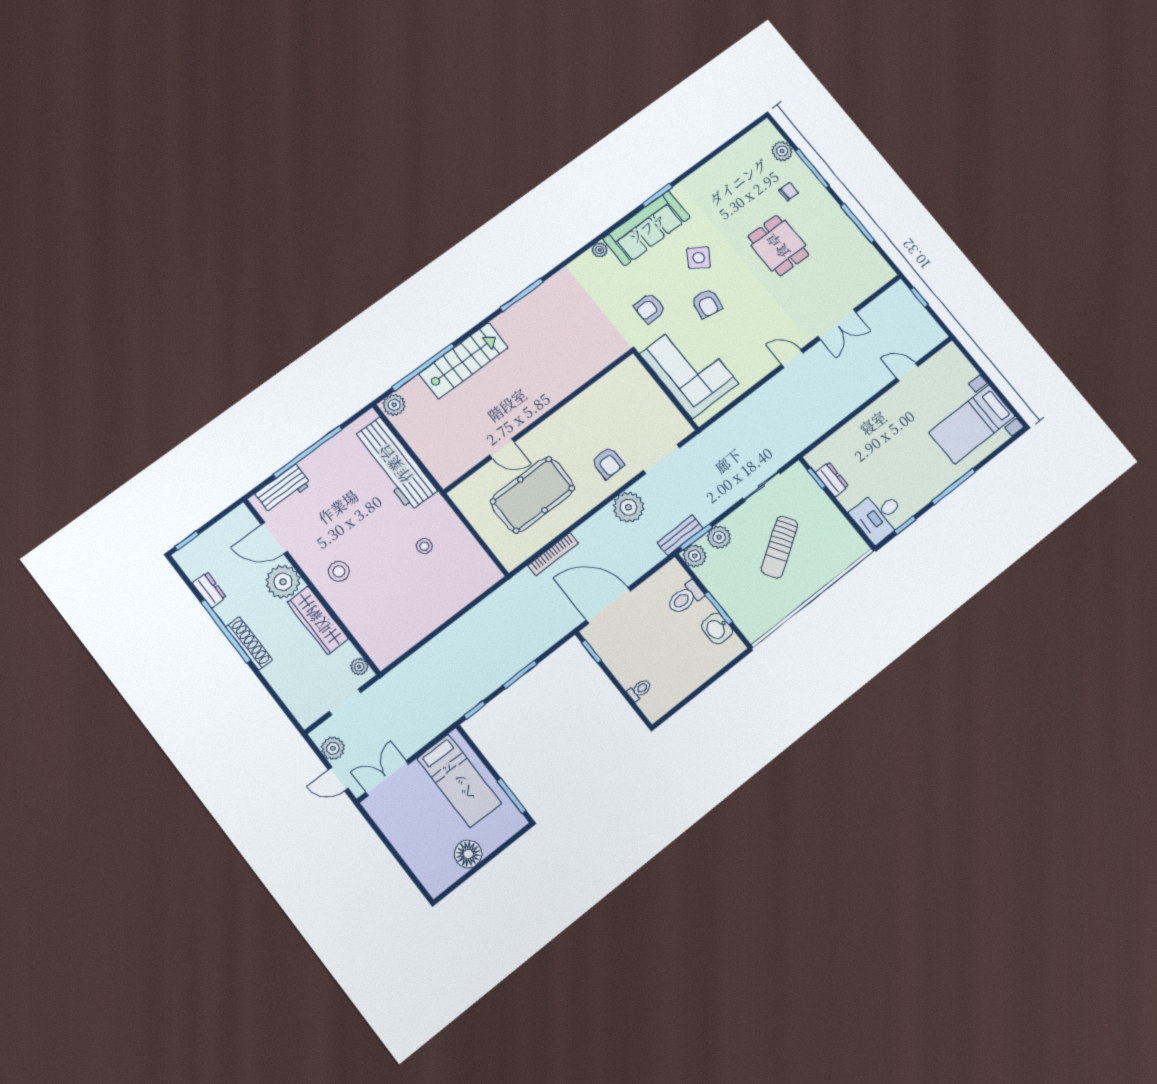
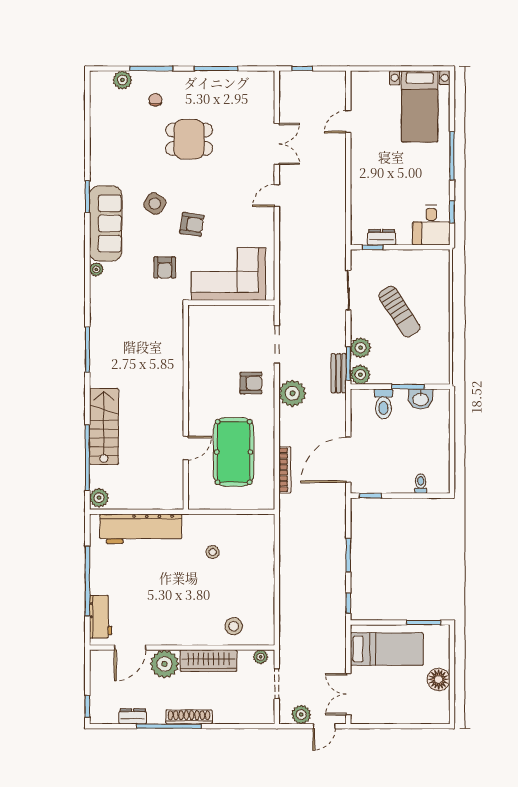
stool: (339, 571) -> (234, 626), moved

